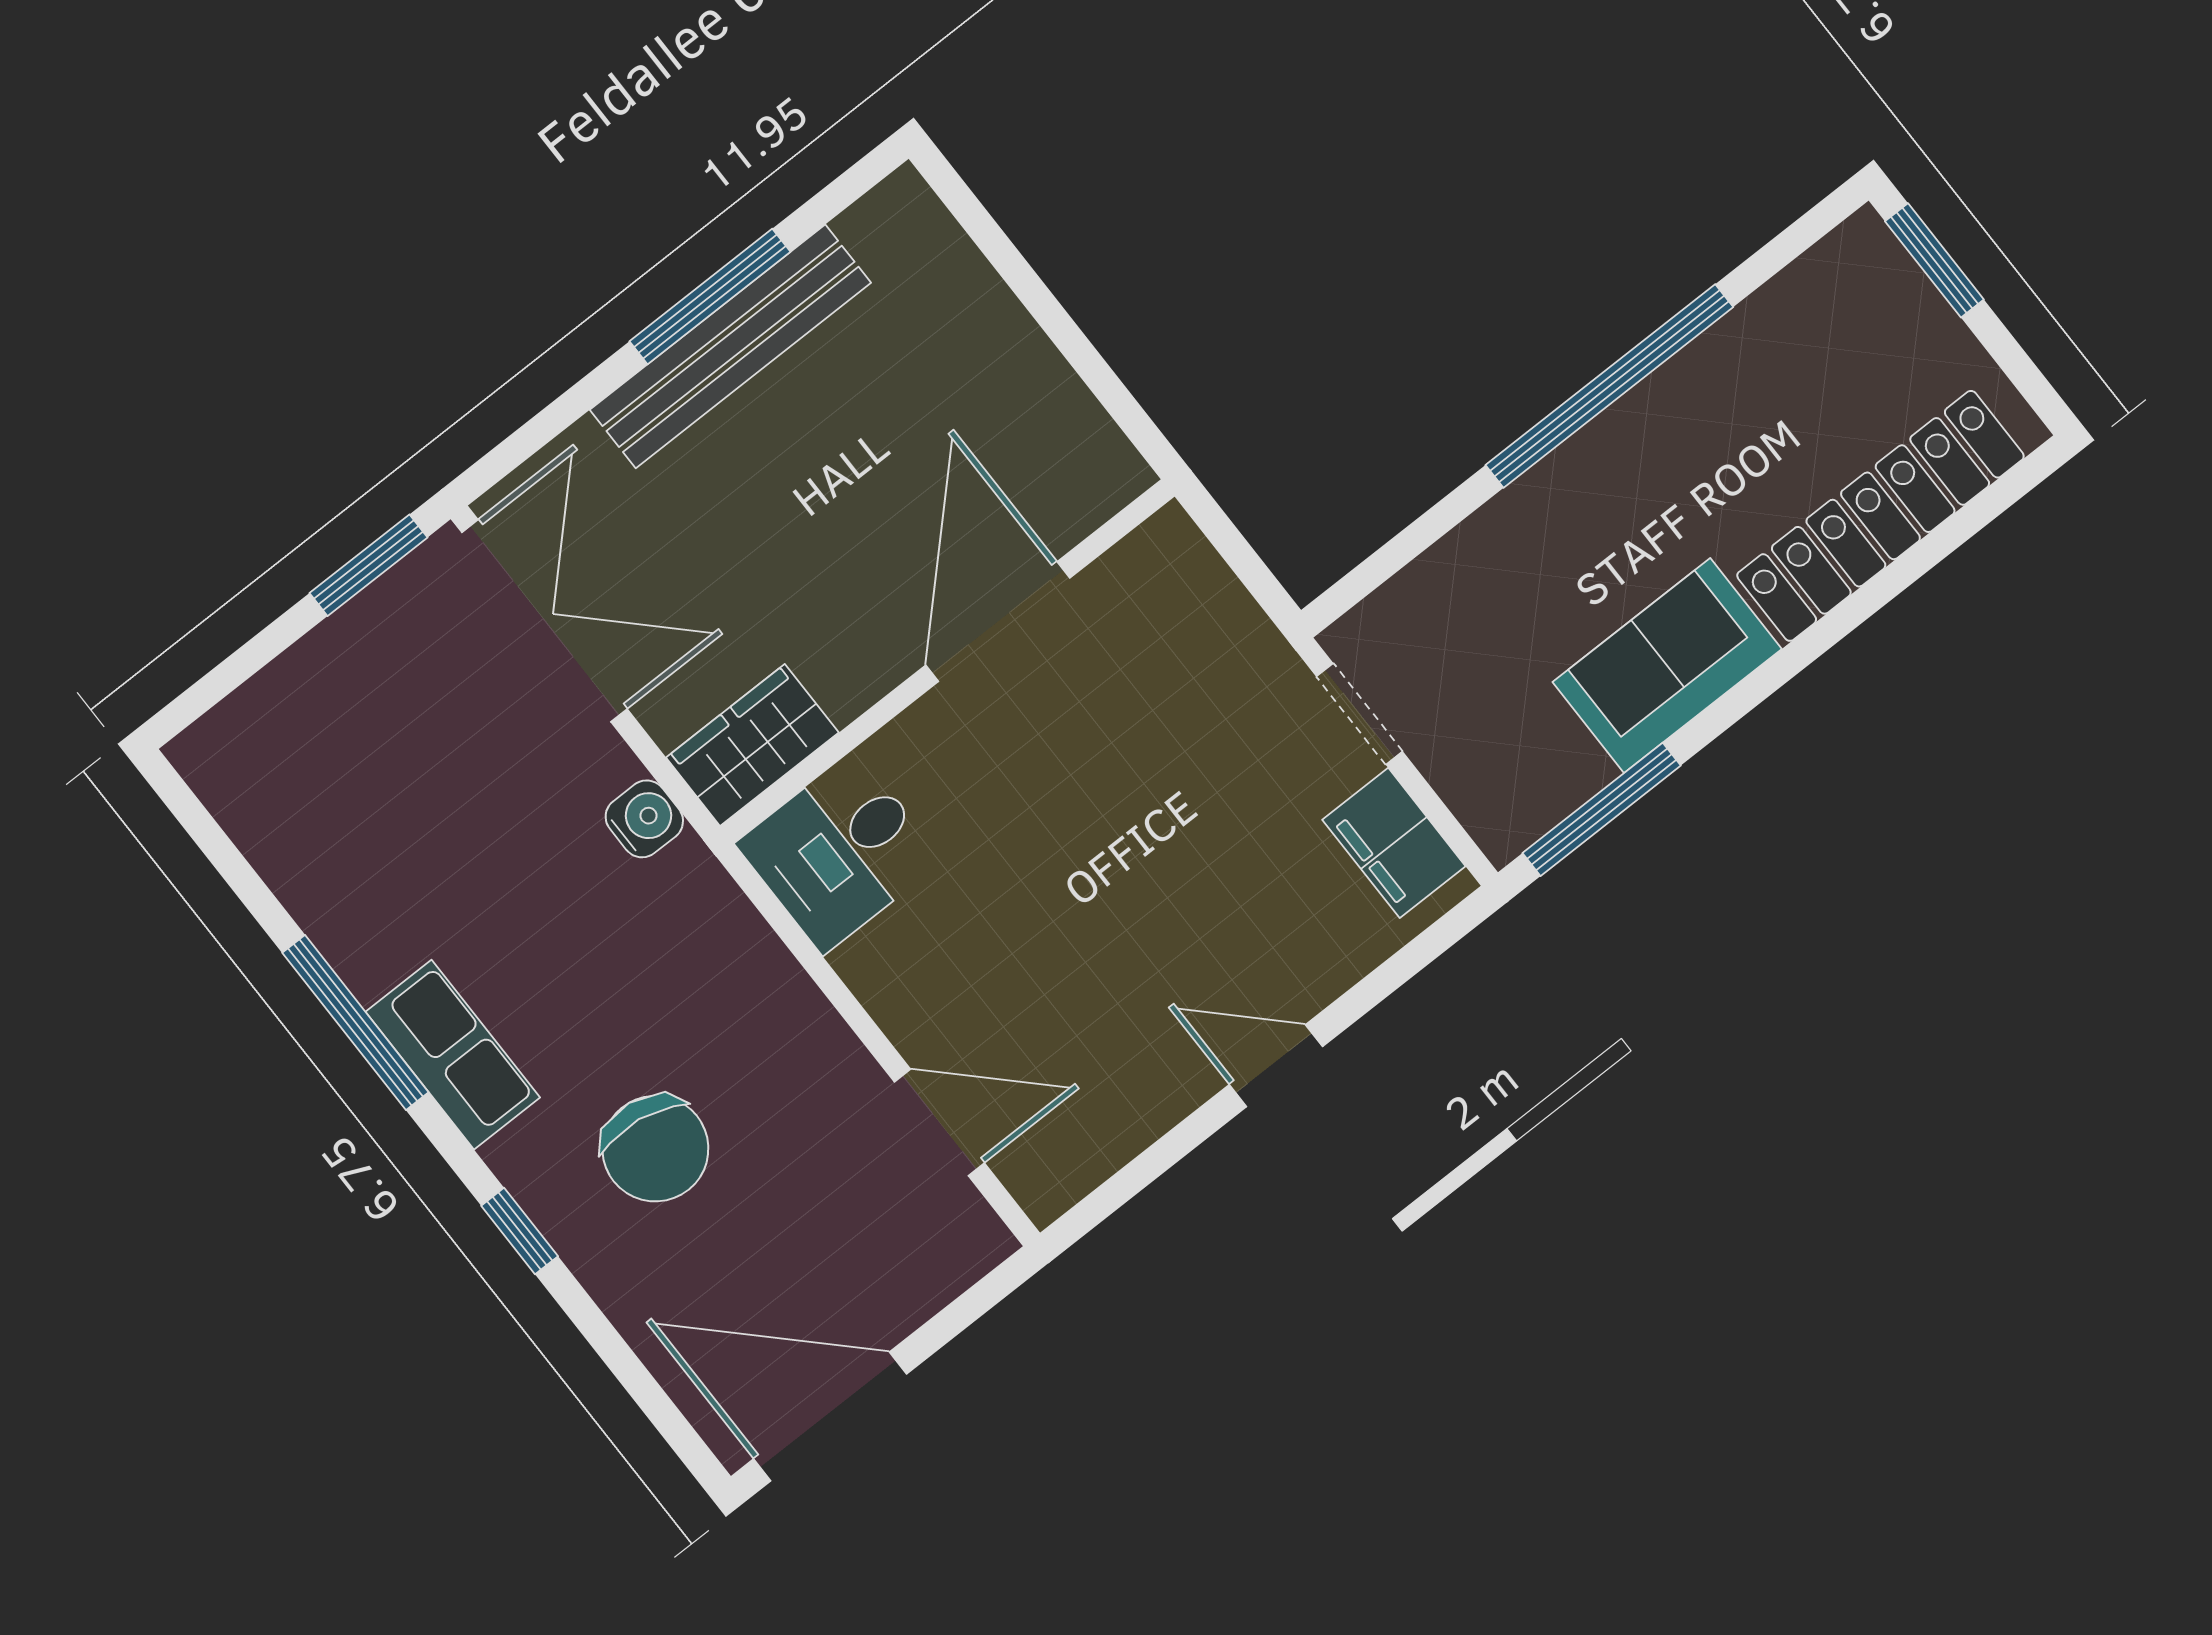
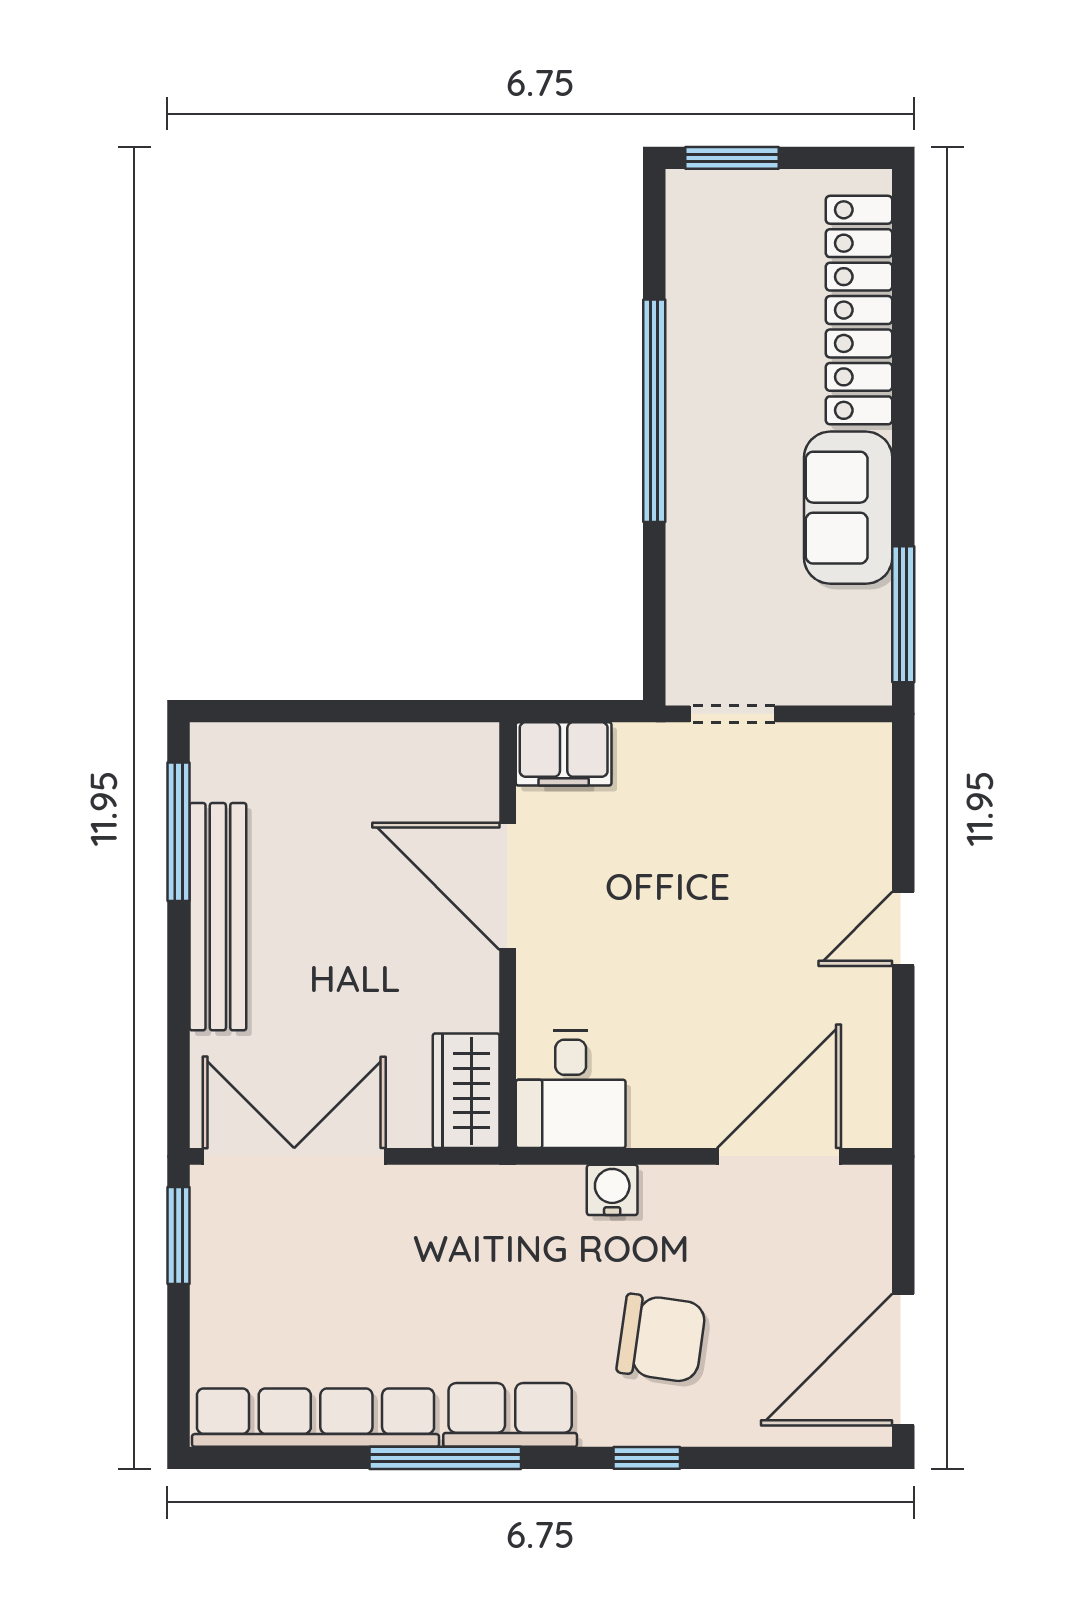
window: (710, 297) -> (178, 832), moved
water cooler: (644, 819) -> (612, 1190), moved
filing cabinet: (1394, 843) -> (564, 754), moved
row of seats: (292, 855) -> (316, 1418), added
door: (939, 1122) -> (779, 1156), width x1.36

